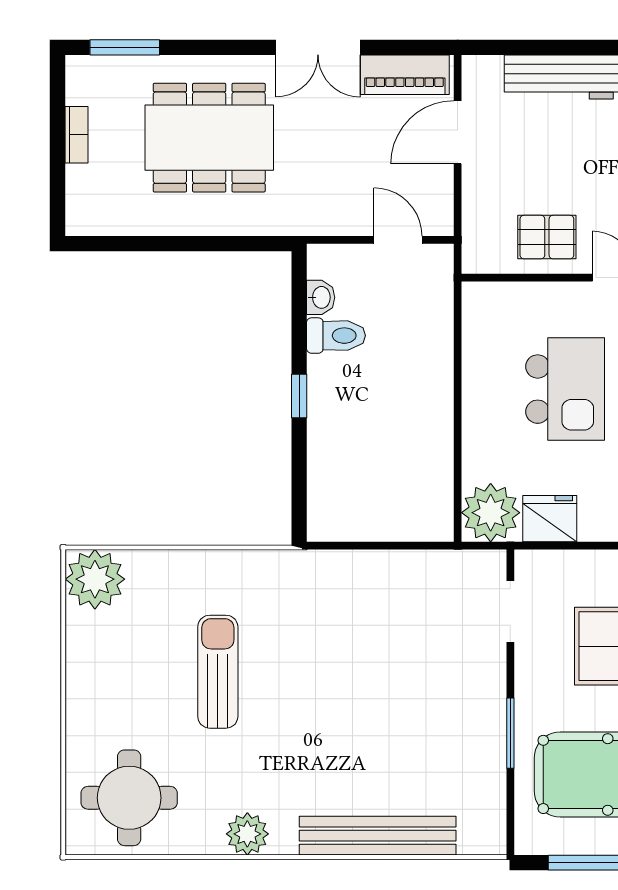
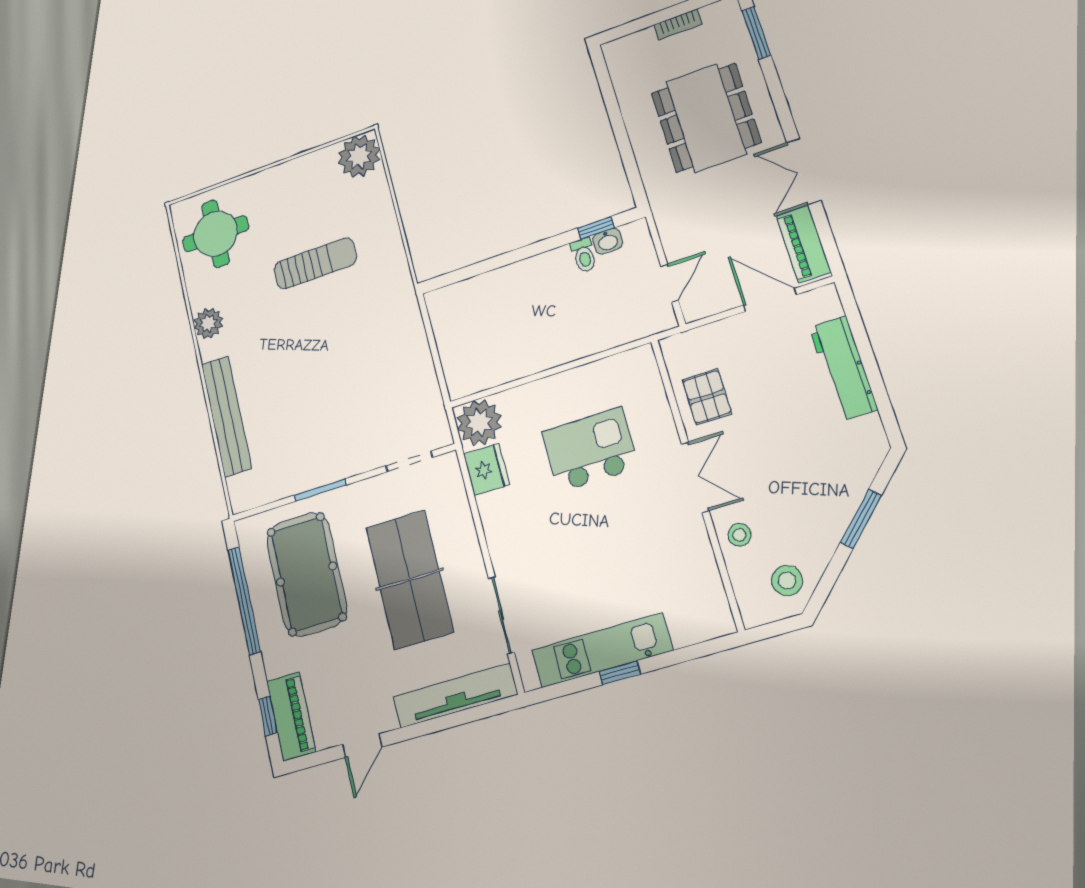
toilet: (336, 336) -> (584, 255), width x0.73, depth x0.72
kitchen island: (565, 389) -> (590, 450), turned 180
window: (299, 396) -> (596, 228), moved

